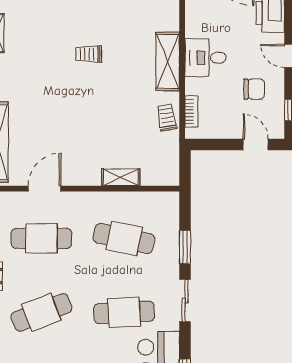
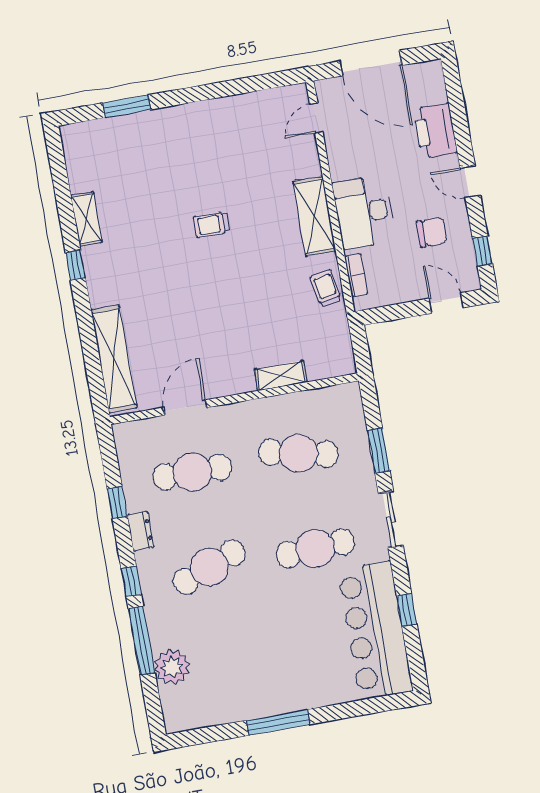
desk: (206, 58) -> (364, 212), width x1.37

